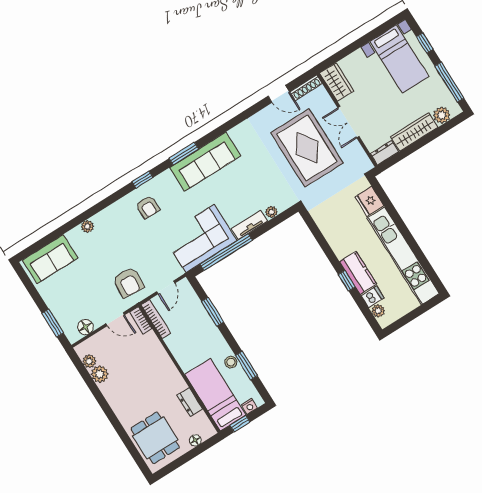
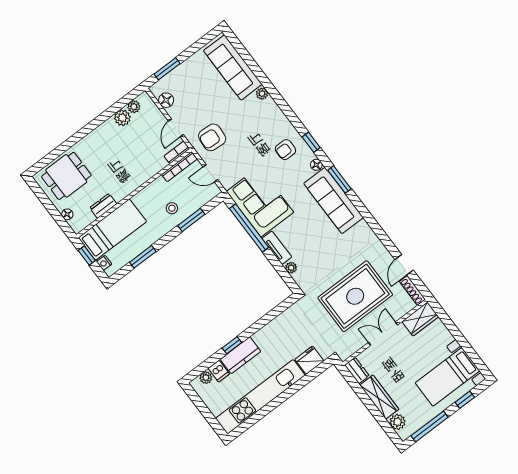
floor lamp: (166, 176) -> (316, 165), added
sofa: (50, 259) -> (233, 67), width x1.36
stool: (231, 362) -> (172, 208), moved

